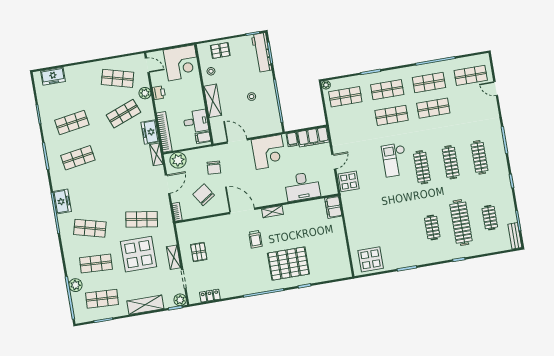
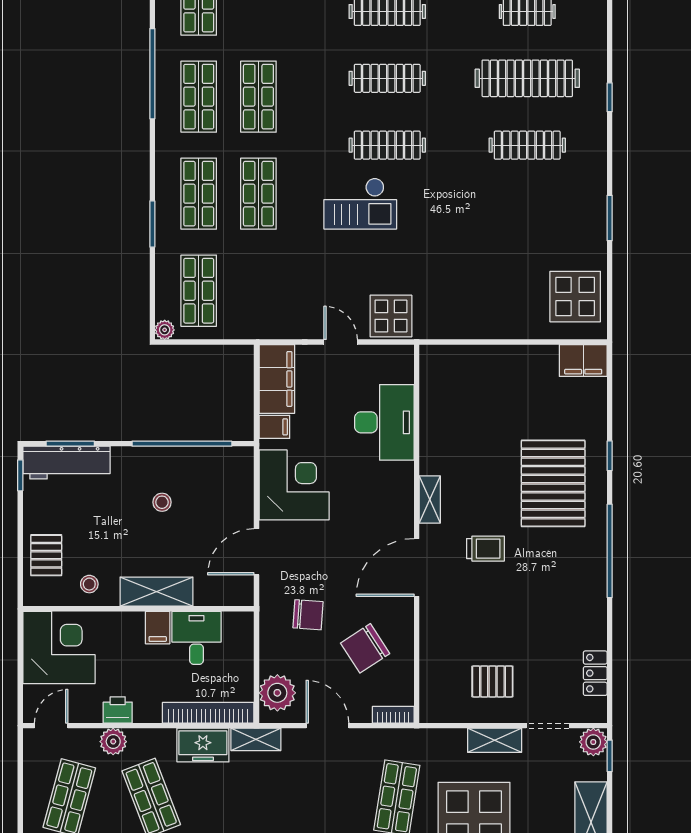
filing cabinet: (203, 137) -> (158, 628), moved
filing cabinet: (333, 207) -> (583, 360), moved
clothes rail: (432, 227) -> (527, 145), width x1.36

